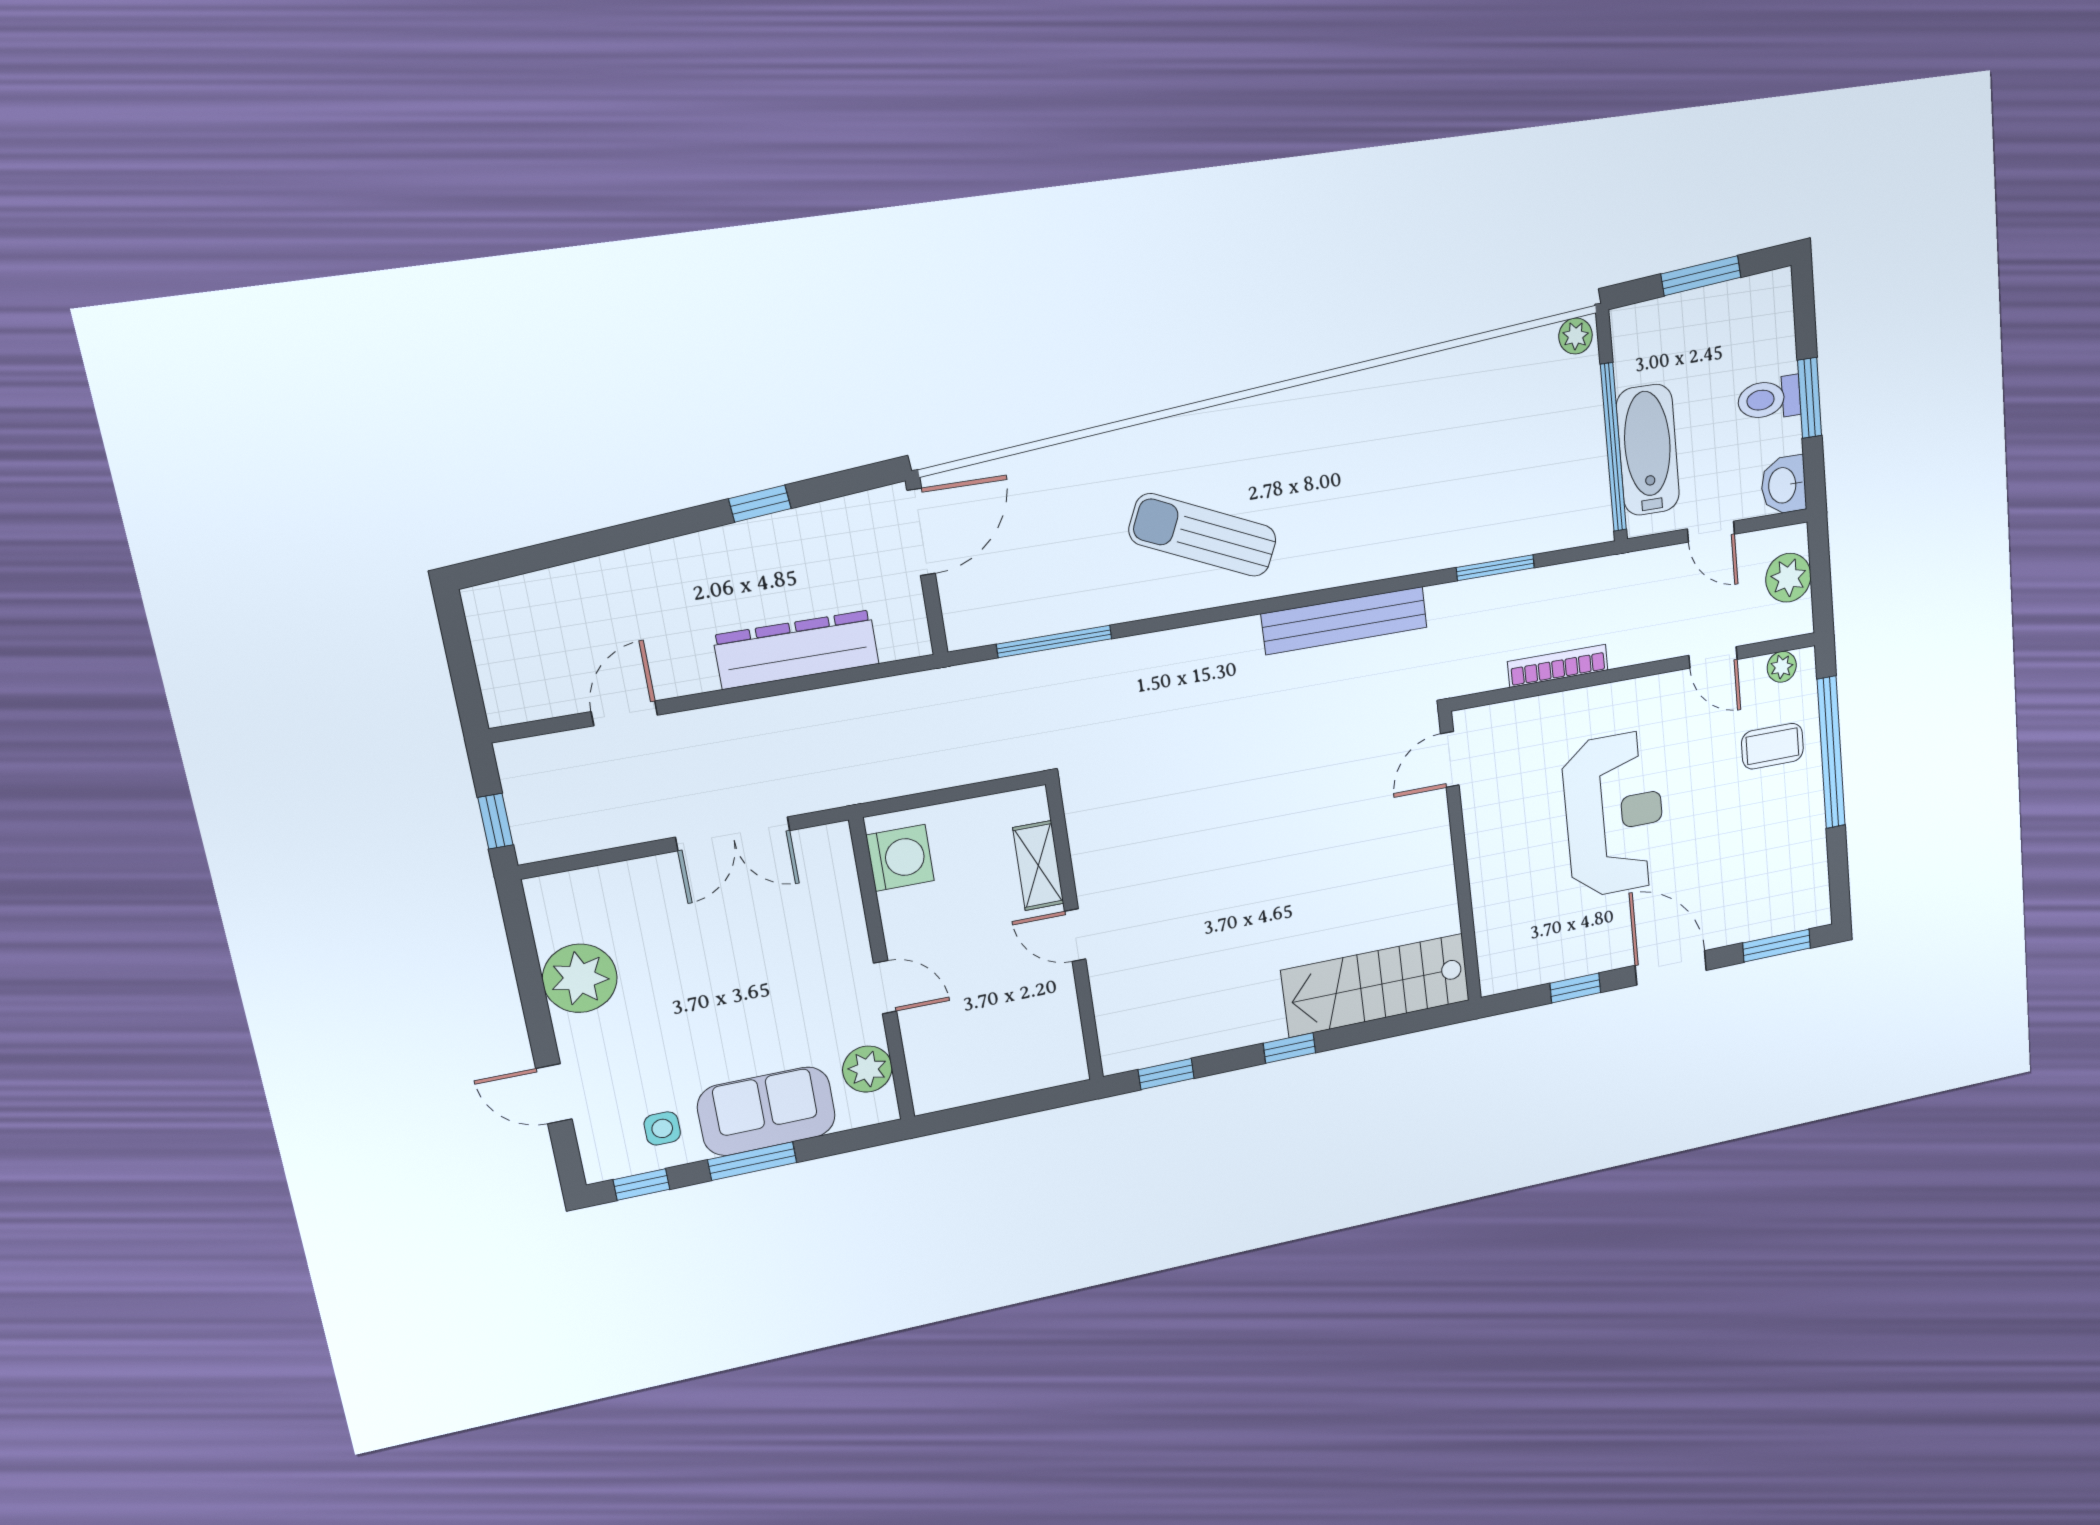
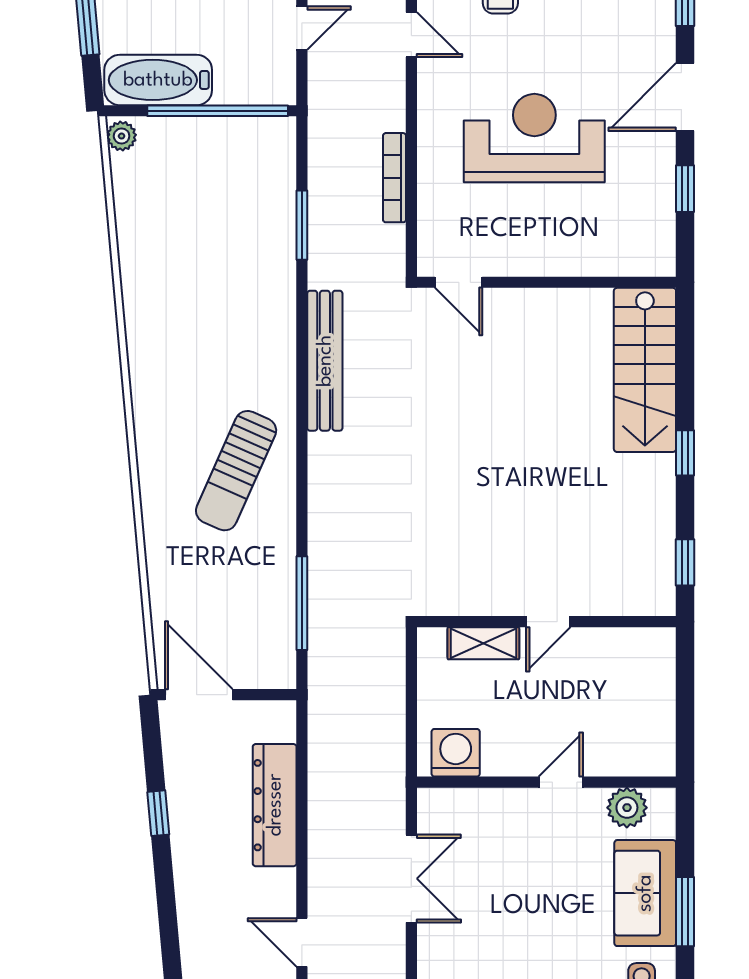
bathtub: (1648, 450) -> (158, 80), moved
door: (1713, 657) -> (411, 35), hinge flipped

